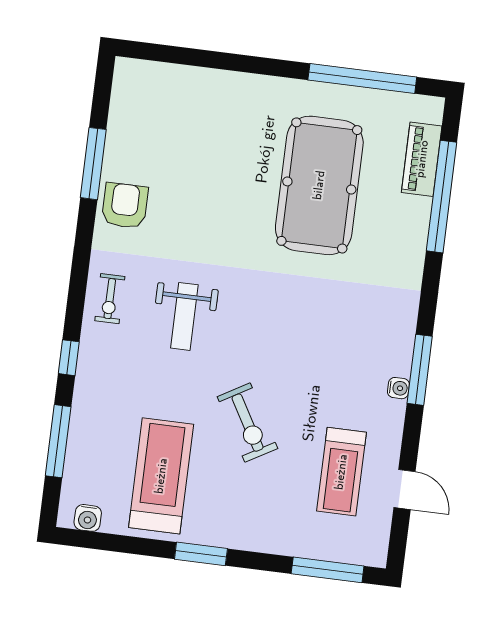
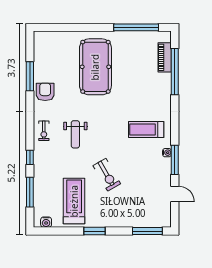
pool table: (319, 185) -> (95, 67), moved
window: (420, 370) -> (175, 160), moved
treadmill: (341, 472) -> (146, 130), moved, turned 90

